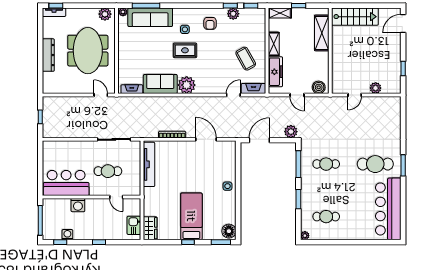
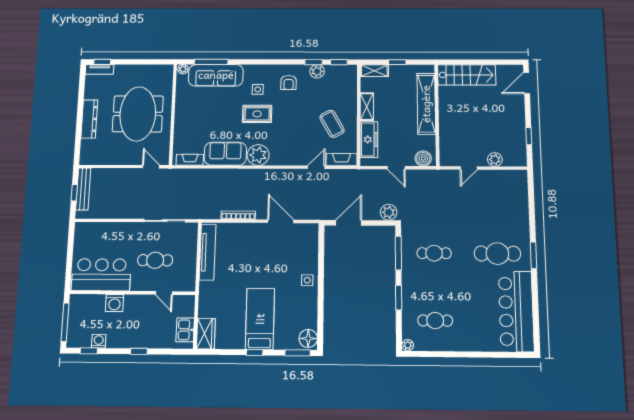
plant: (105, 14) -> (161, 72), removed
shelving: (322, 33) -> (426, 104), width x1.47
bench: (47, 114) -> (83, 189), added

